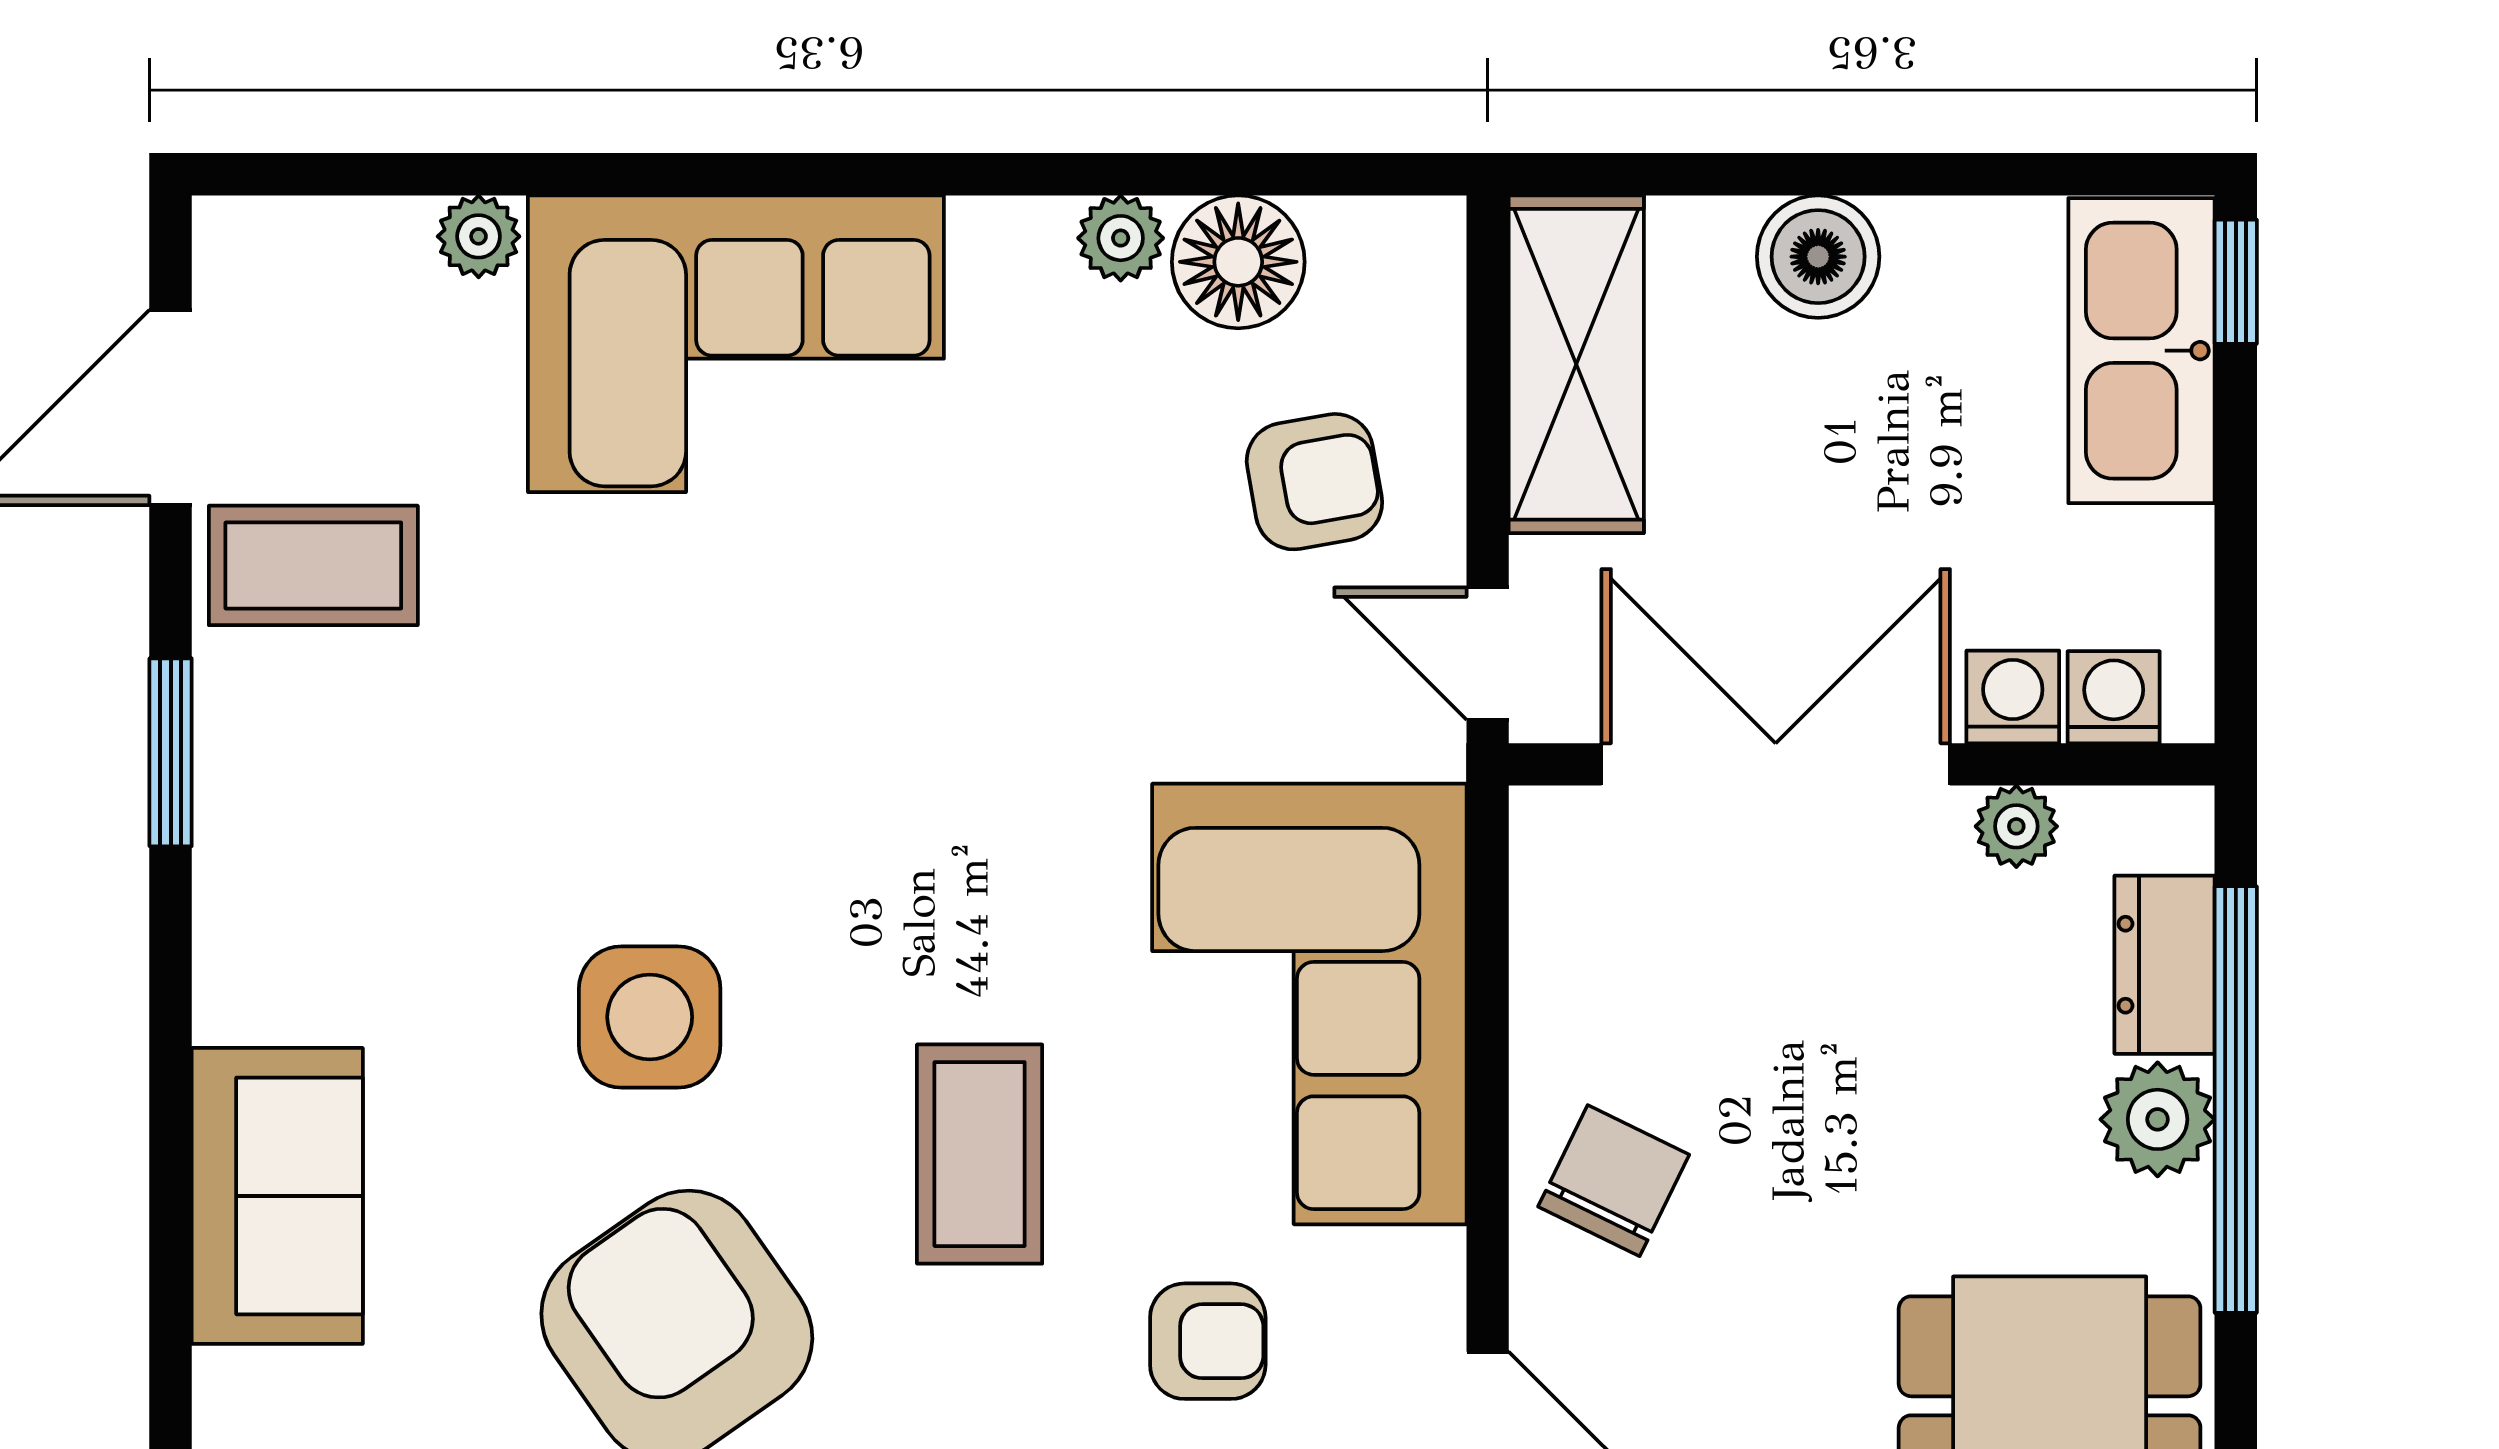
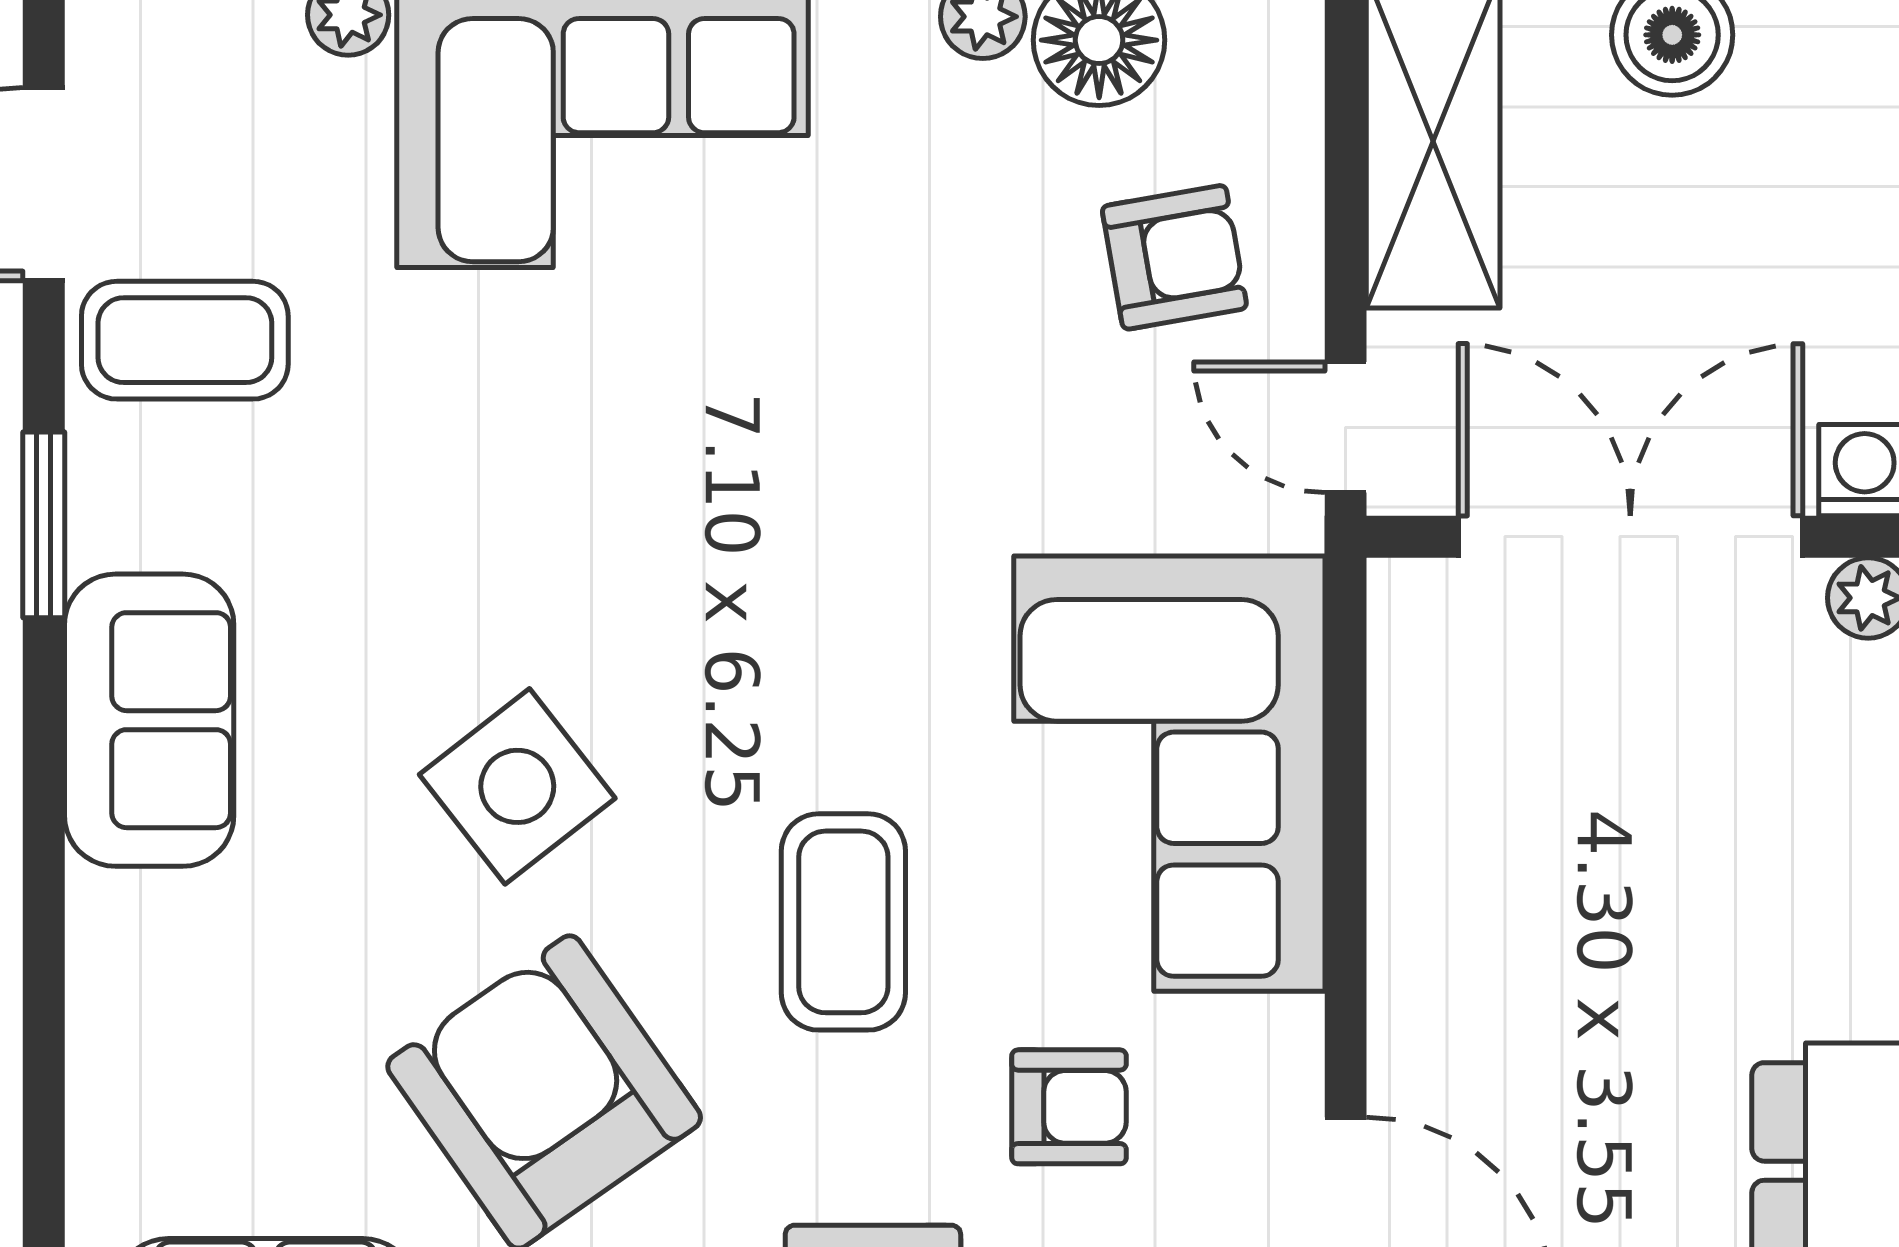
side table: (650, 1017) -> (517, 786), turned -38
chair: (1614, 1181) -> (1470, 948), removed
sofa: (277, 1196) -> (149, 720), moved

